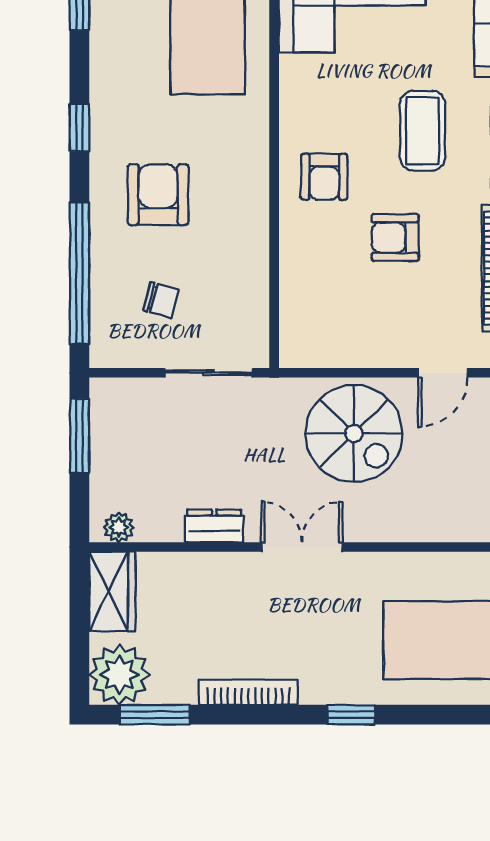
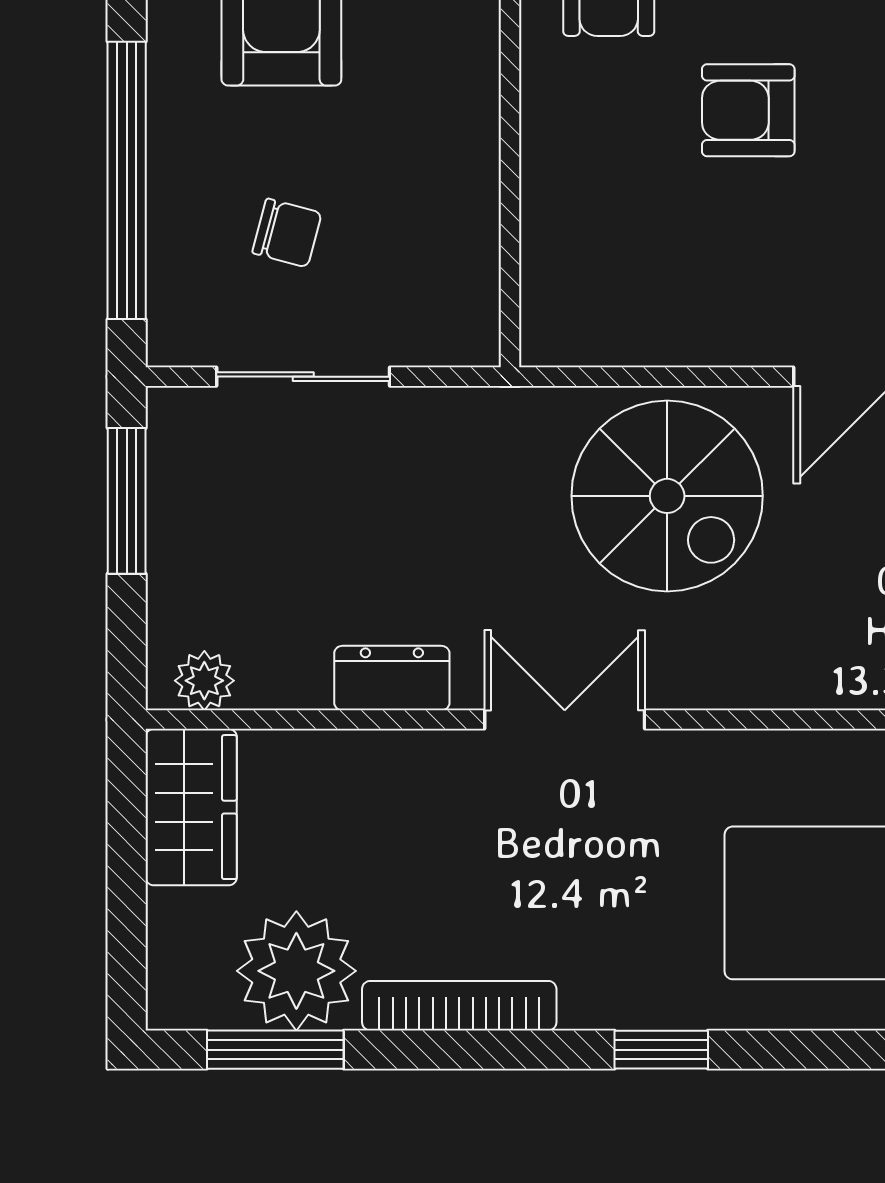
sliding door: (209, 373) -> (303, 377), moved
plant: (119, 675) -> (296, 971), moved

